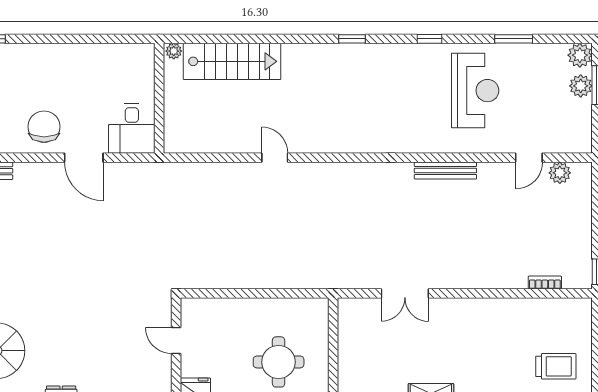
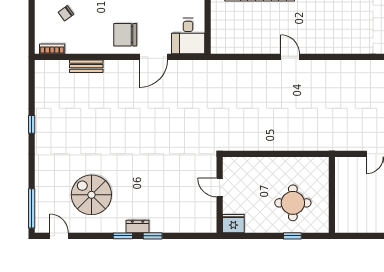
chair: (44, 127) -> (125, 35), turned -90
door: (84, 158) -> (154, 57), hinge flipped

